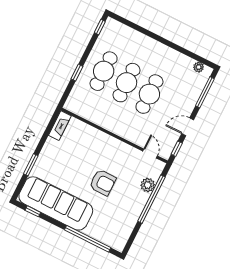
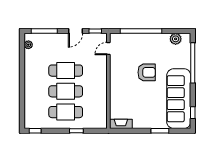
door: (188, 127) -> (75, 31), hinge flipped
armchair: (103, 182) -> (147, 72), turned 90
plant: (148, 185) -> (176, 39), moved

